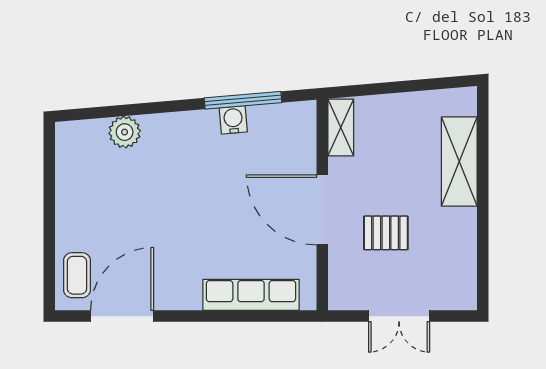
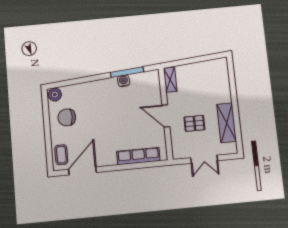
plant: (125, 132) -> (55, 95), moved
shelving: (459, 162) -> (227, 123), moved
chair: (96, 192) -> (67, 117), added
door: (322, 210) -> (166, 116), width x0.73

